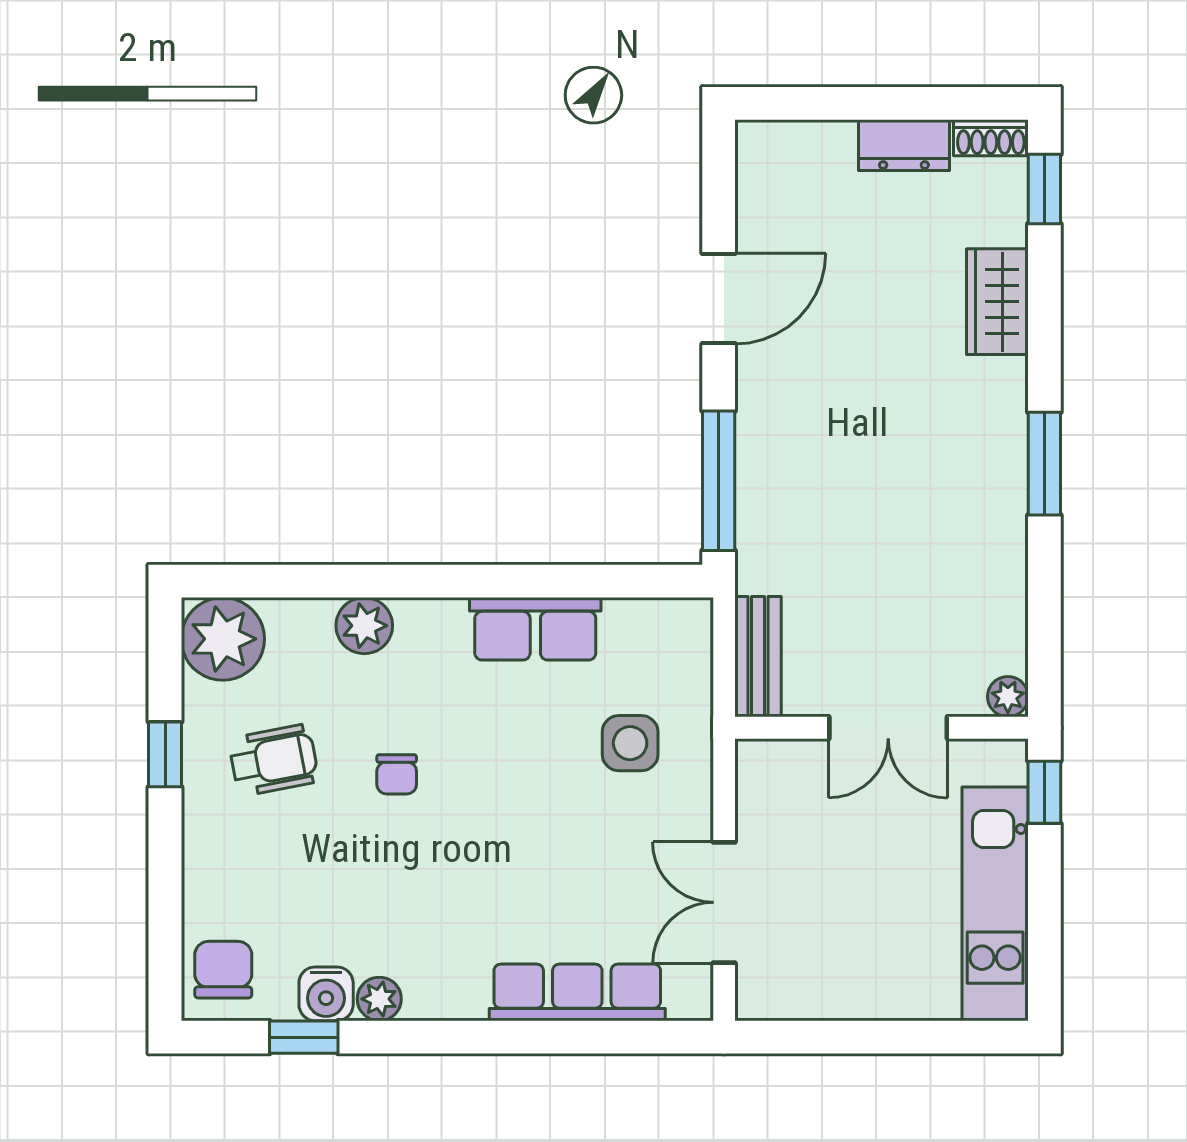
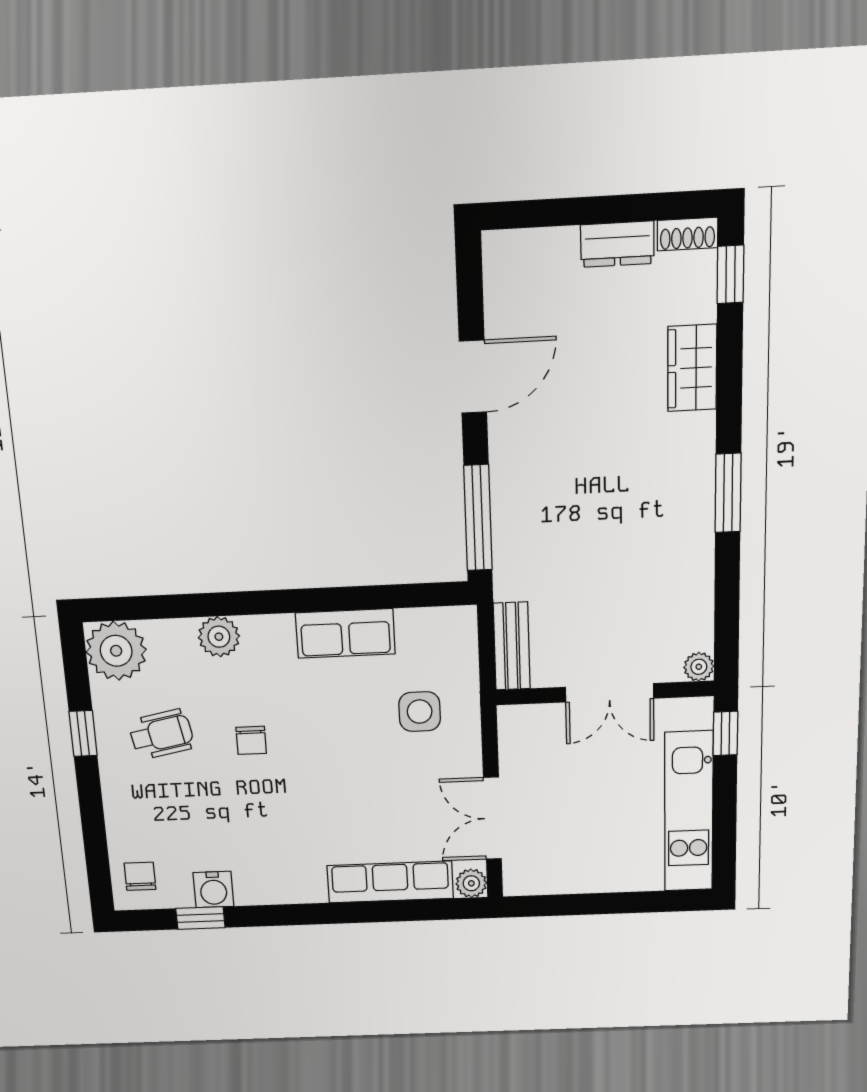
chair: (223, 970) -> (140, 876), width x0.73, depth x0.73
plant: (379, 999) -> (471, 883), moved

